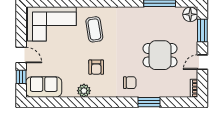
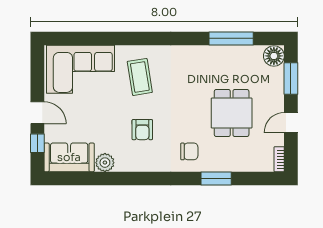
dining table: (160, 55) -> (232, 113), turned 90
plant: (84, 91) -> (105, 163), moved

